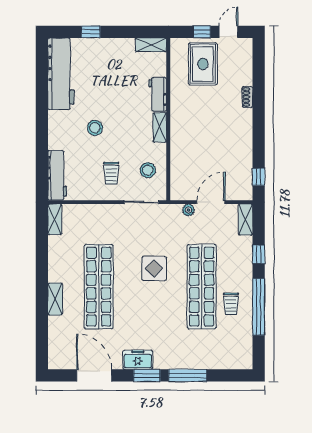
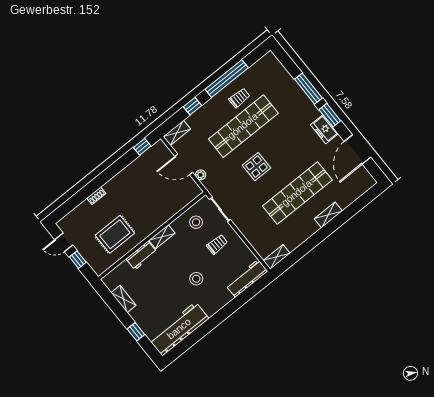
shelving: (151, 45) -> (124, 299), moved
rug: (203, 64) -> (115, 234), moved

